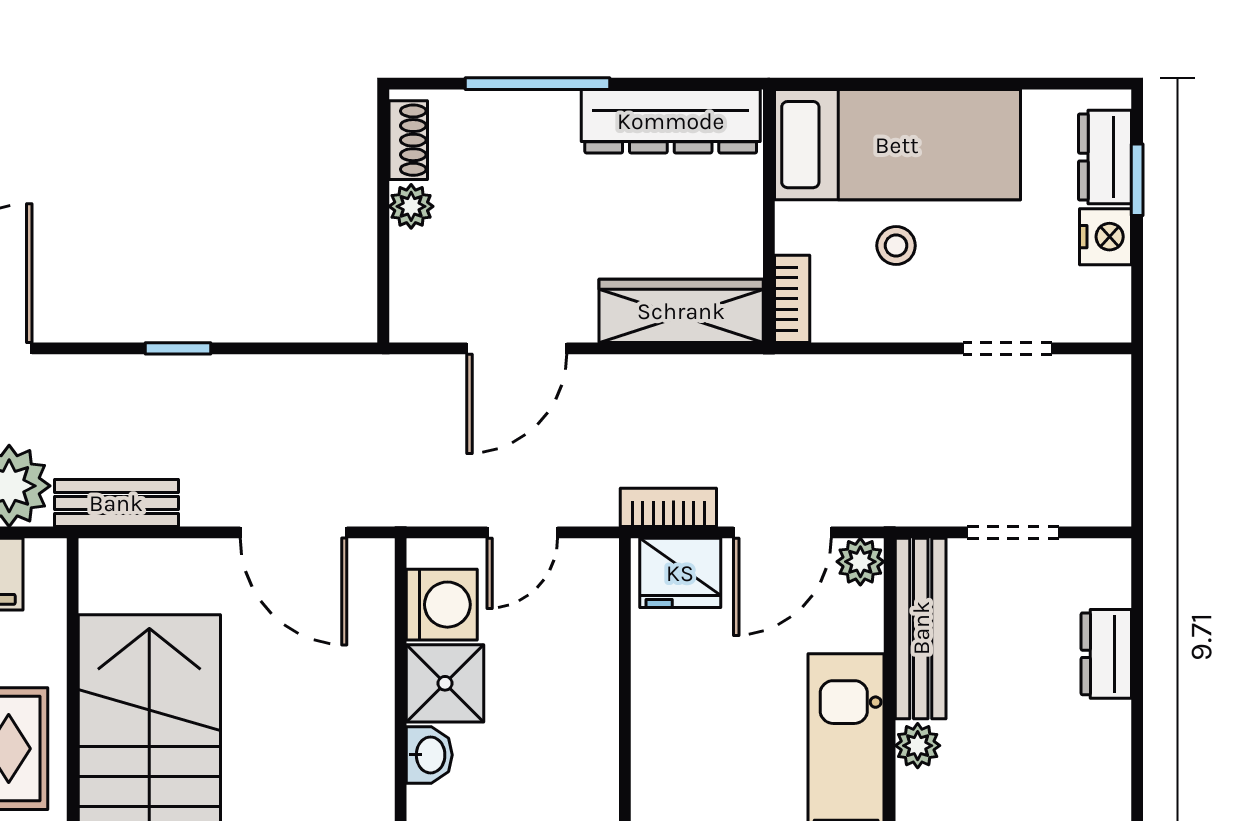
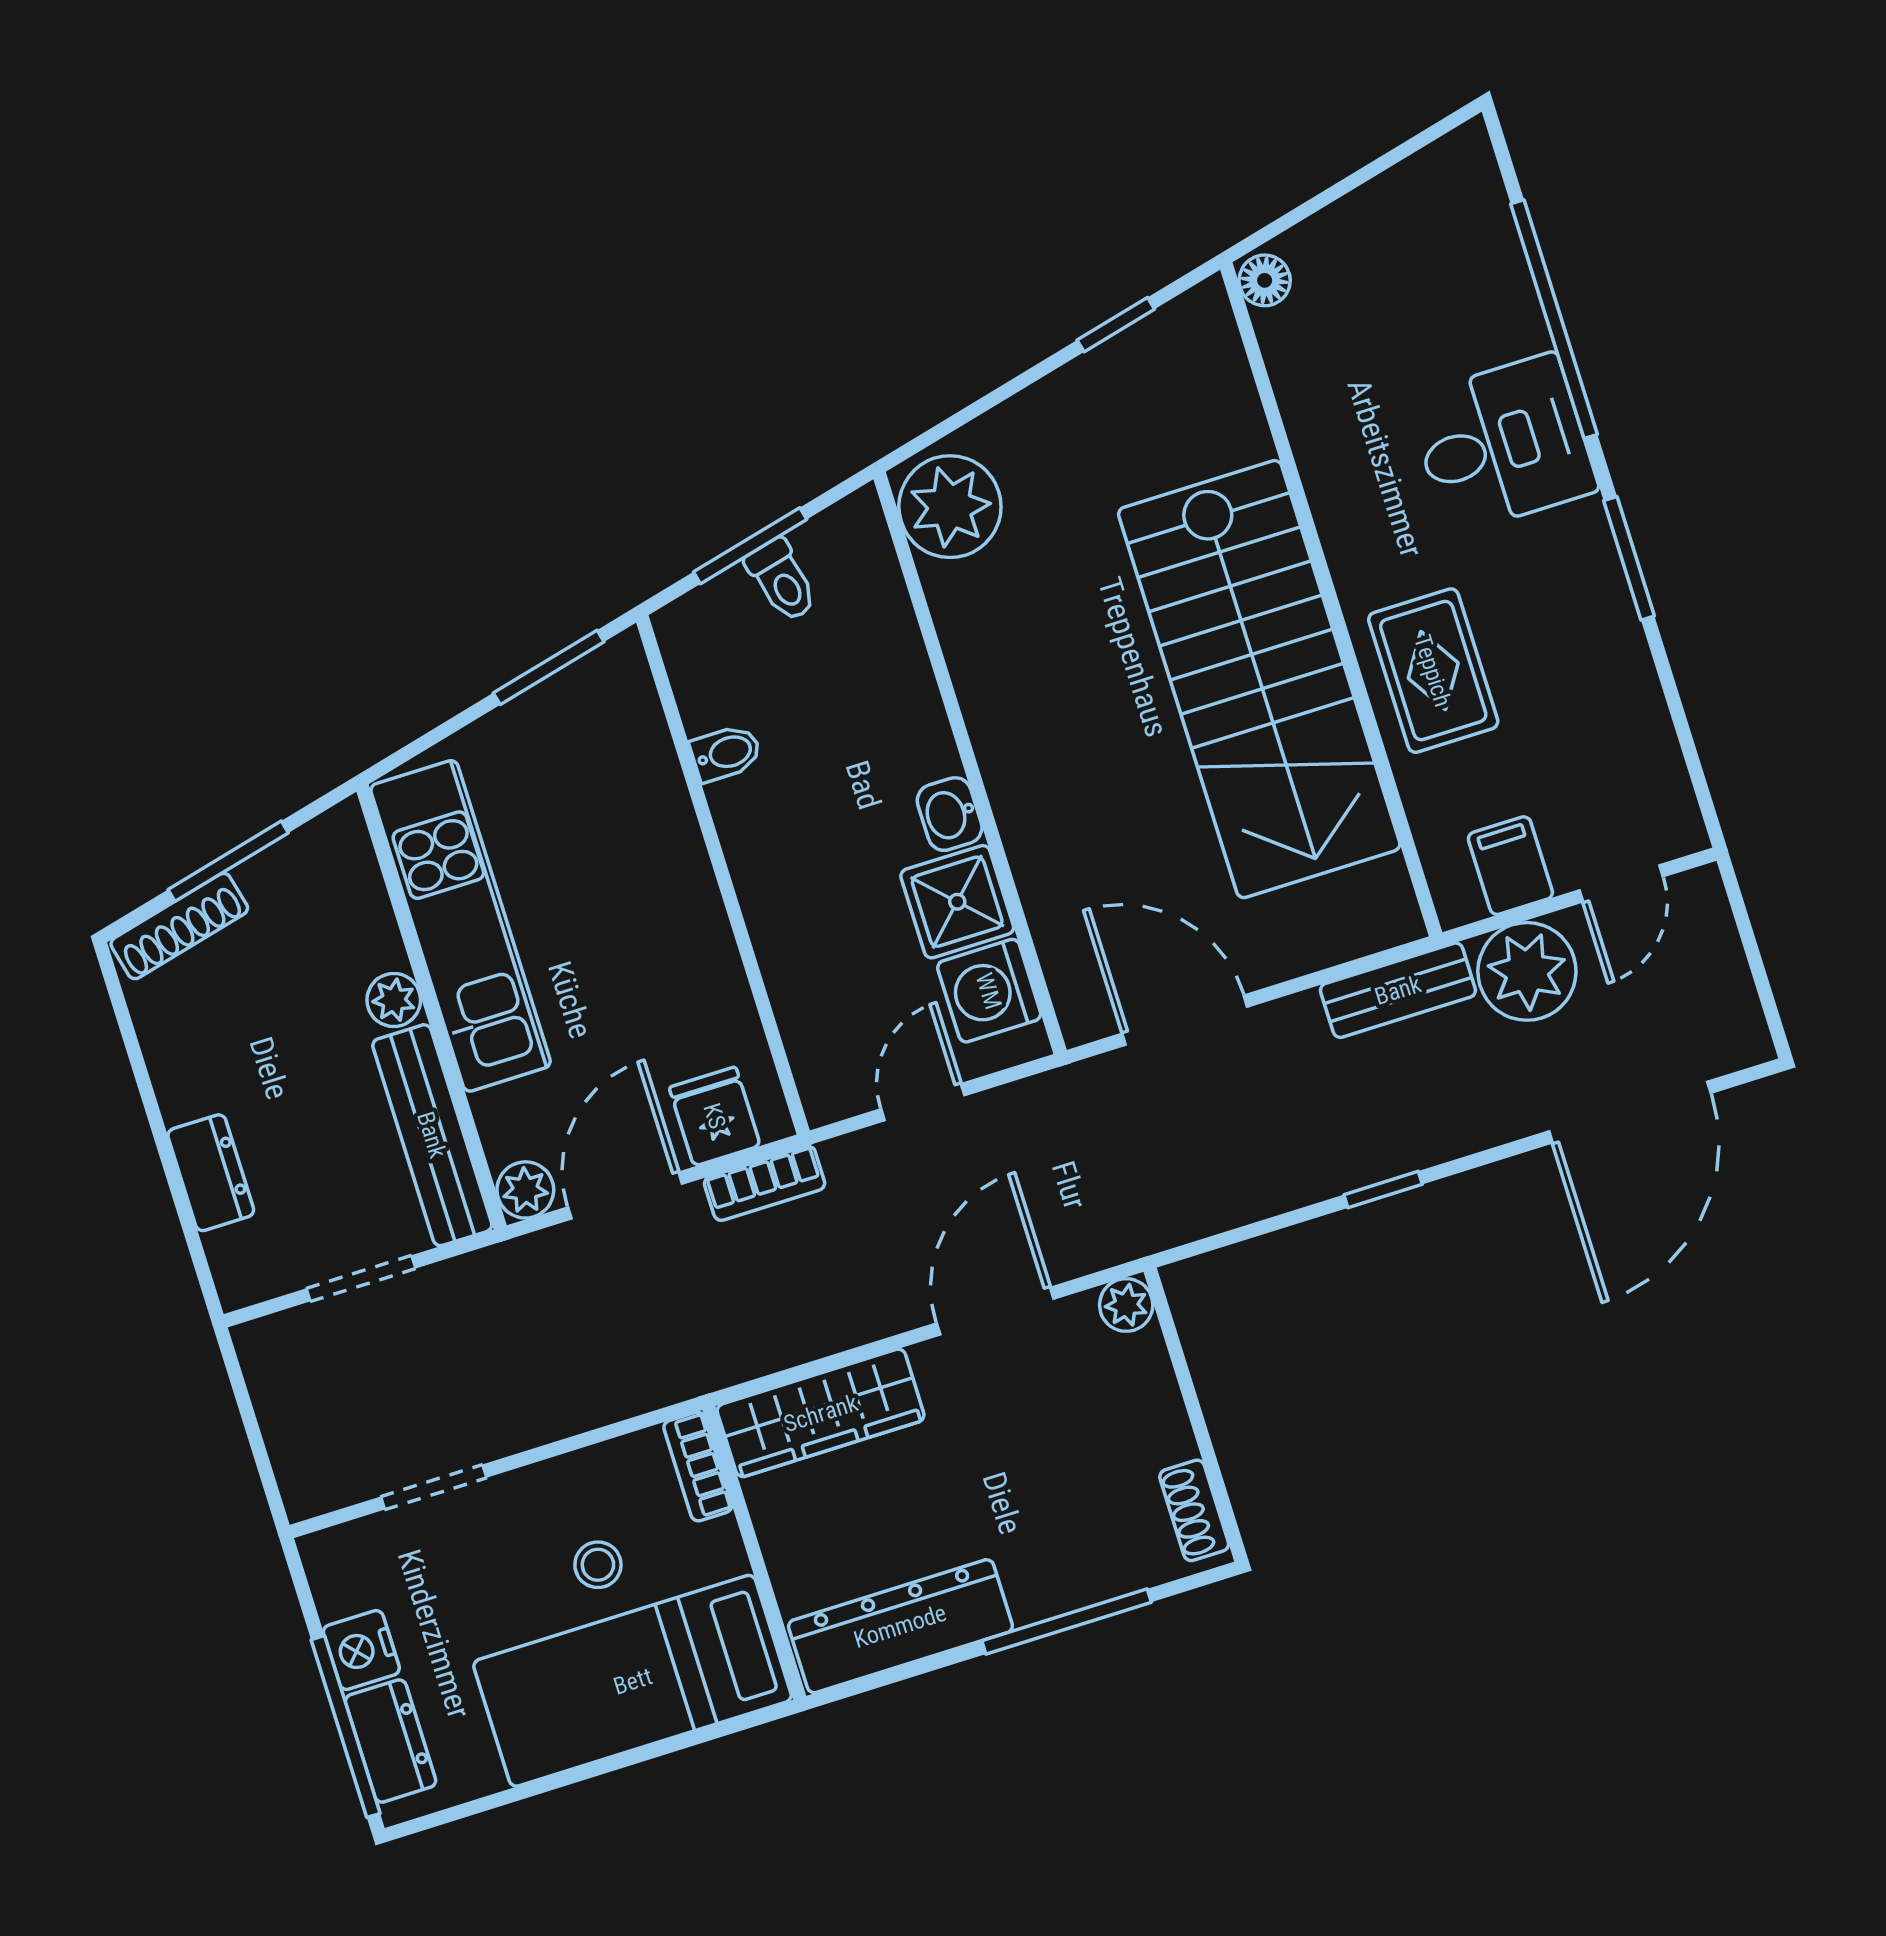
window: (1137, 180) -> (346, 1727), width x2.17
plant: (411, 206) -> (1126, 1305), moved
fridge: (680, 573) -> (715, 1116), width x0.72

